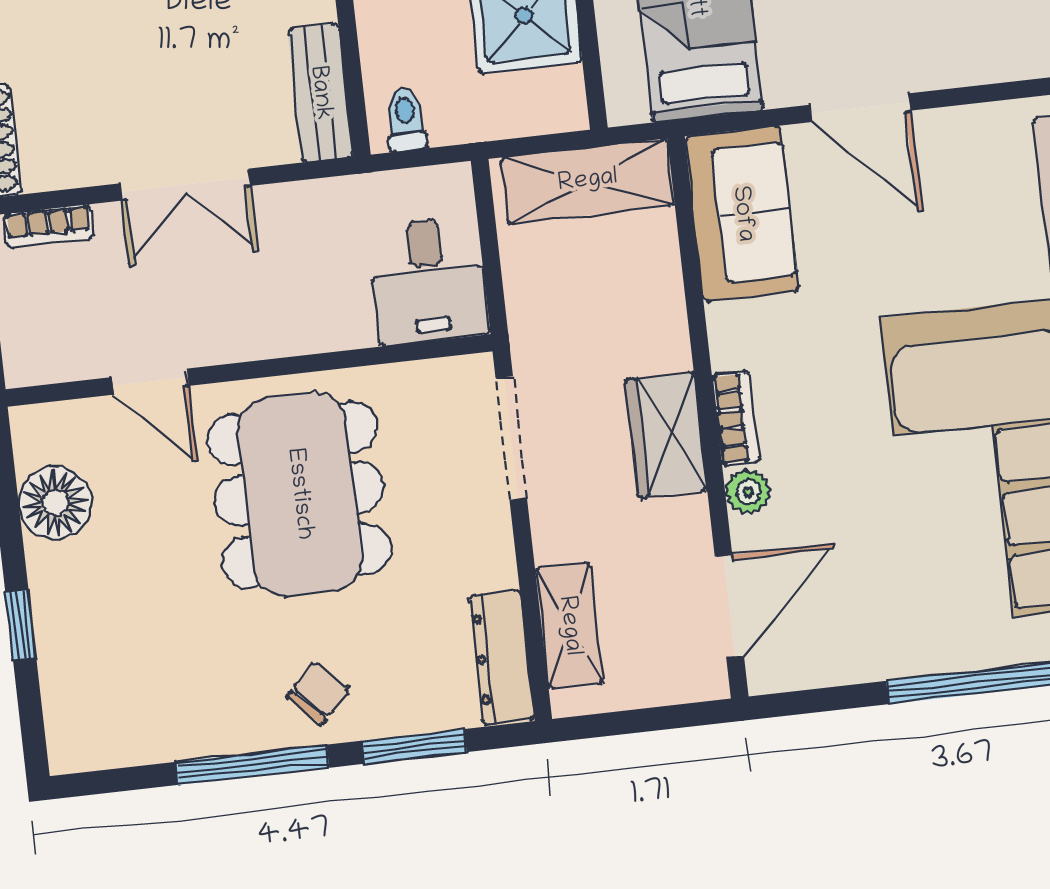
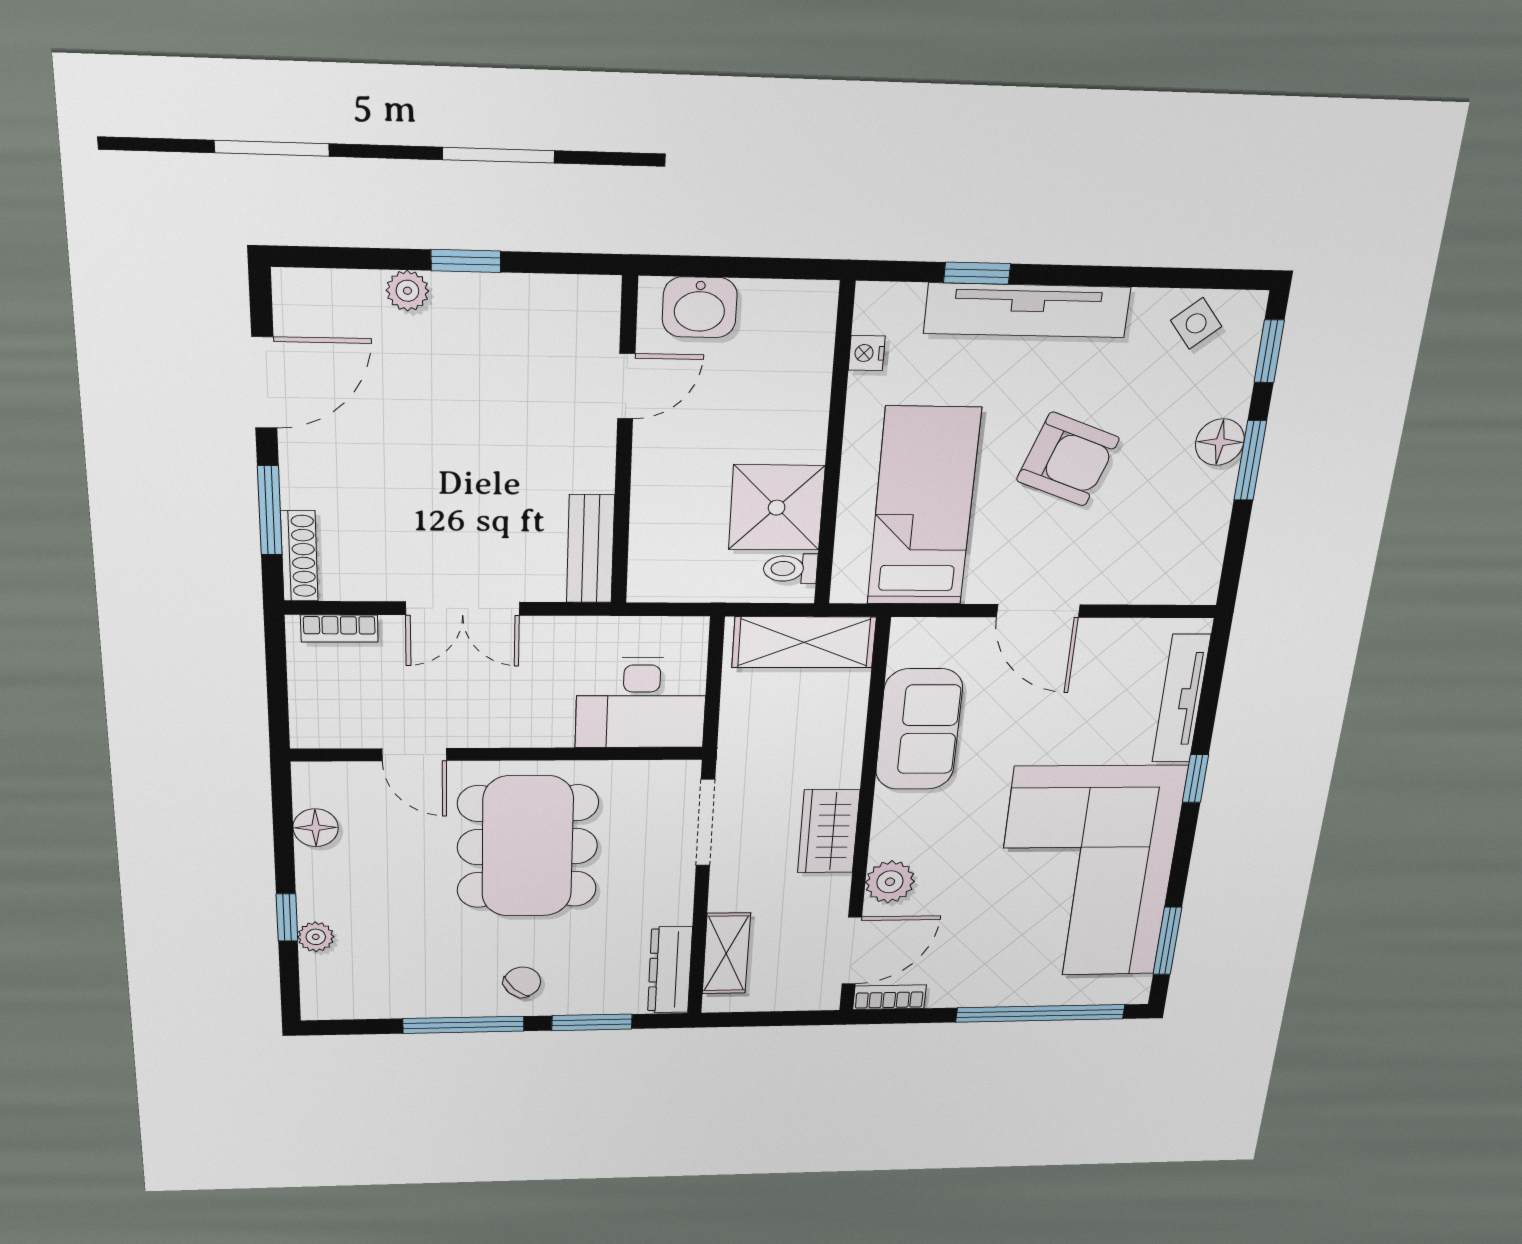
toilet: (406, 119) -> (790, 569), moved, turned -90
sofa: (742, 214) -> (919, 729), moved
desk: (428, 281) -> (641, 703), width x1.37
bookcase: (736, 418) -> (889, 997), moved, turned -90
plant: (748, 492) -> (890, 882), width x1.38, depth x1.38
floor lamp: (55, 503) -> (316, 828), width x0.73, depth x0.73
plant: (58, 650) -> (316, 937), added

